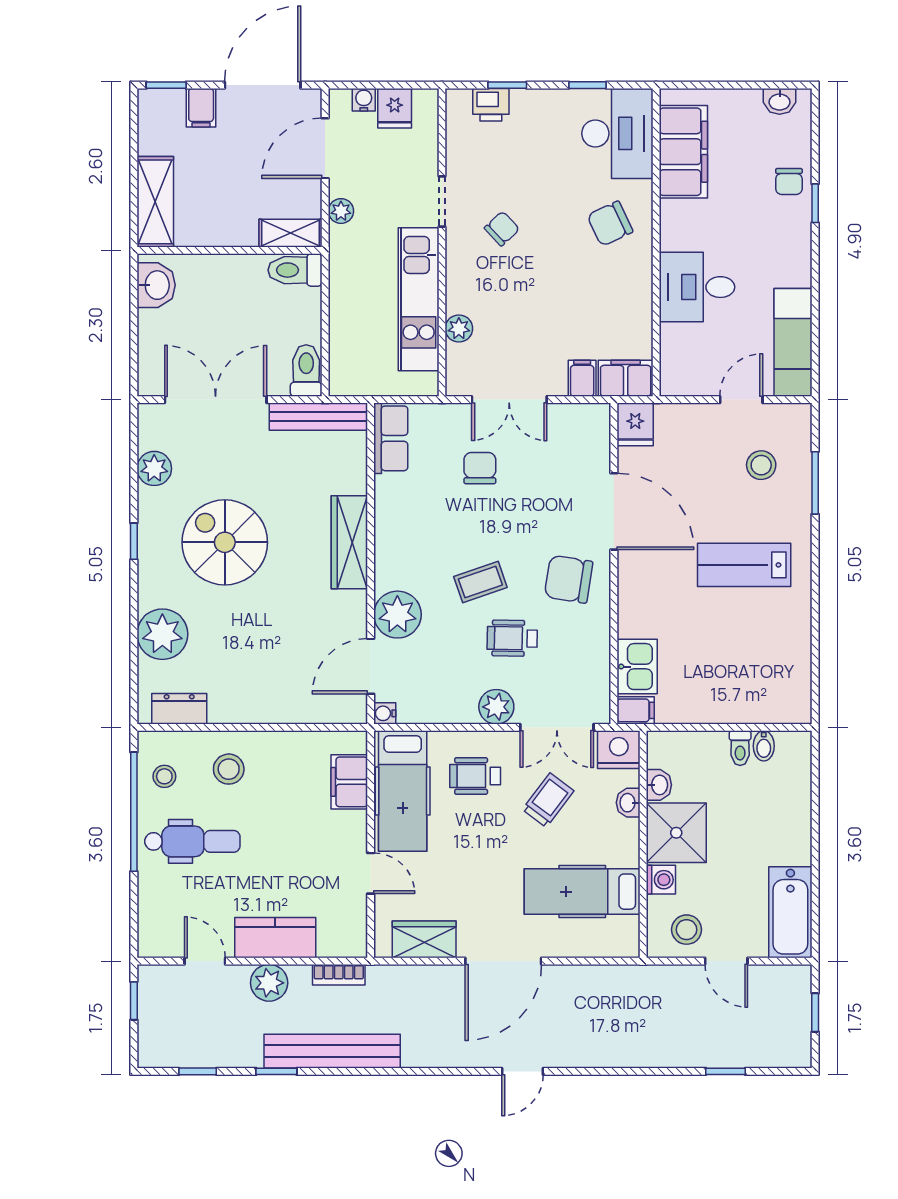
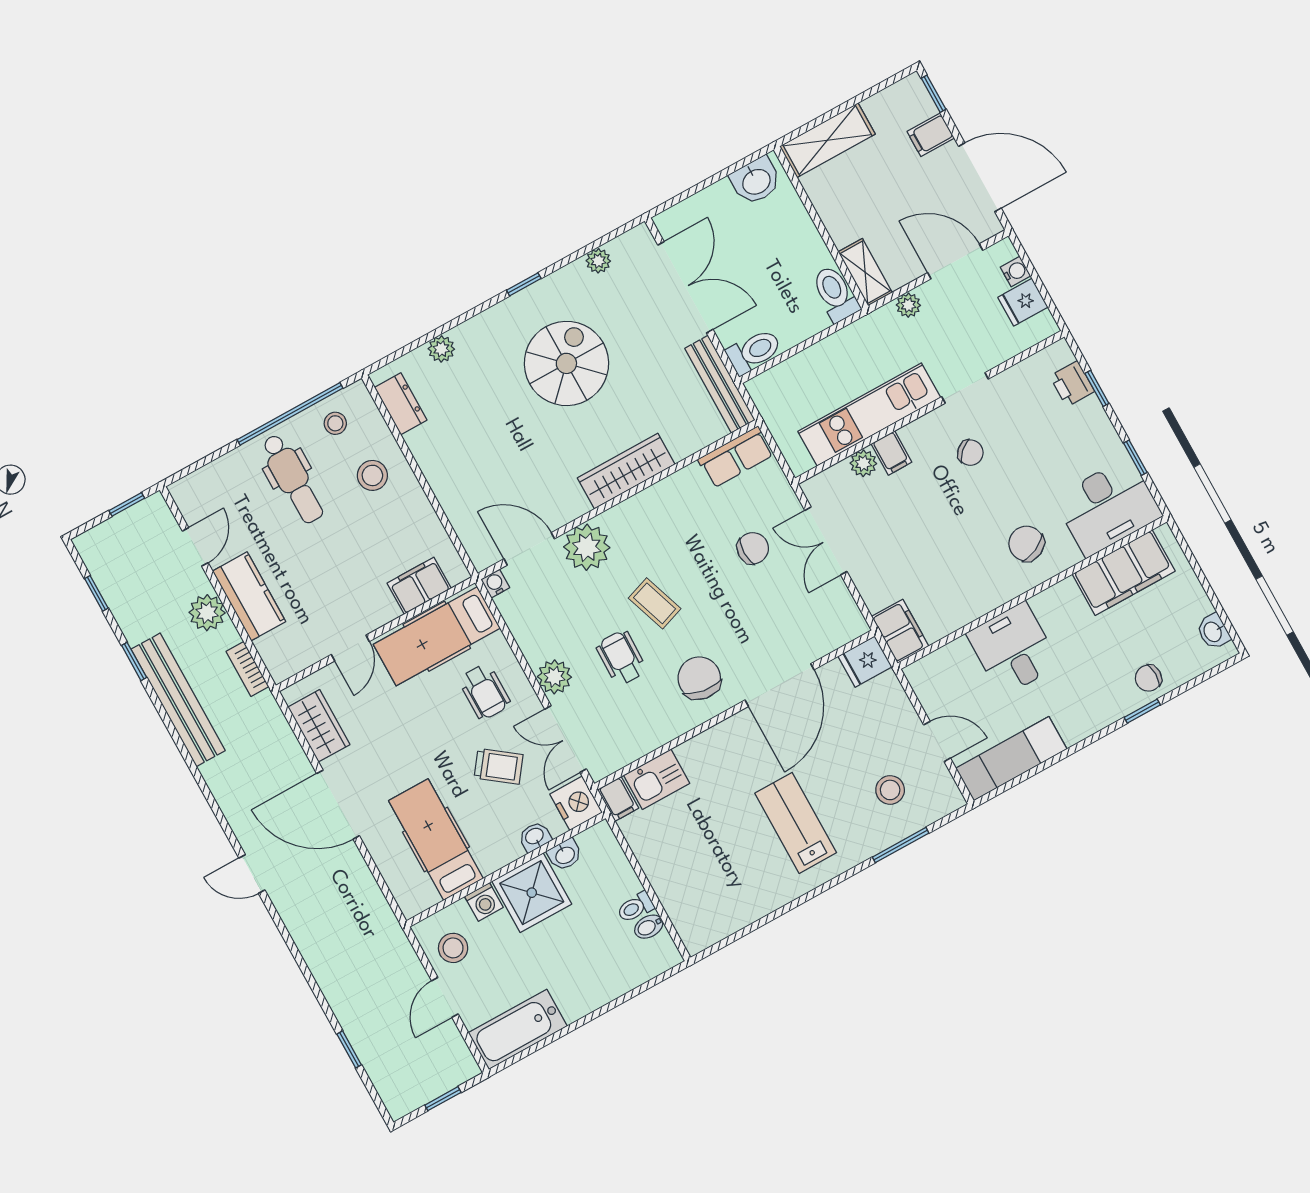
filing cabinet: (582, 378) -> (891, 453), moved, turned 90
plant: (154, 468) -> (598, 261), width x0.73, depth x0.73
plant: (162, 634) -> (441, 349), width x0.53, depth x0.53
wheelchair: (475, 776) -> (484, 692), turned 180

